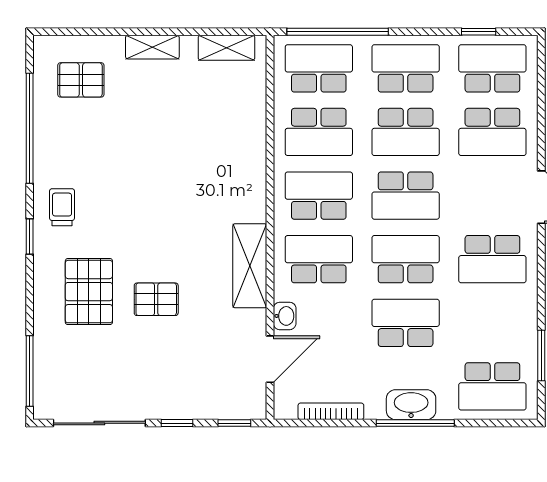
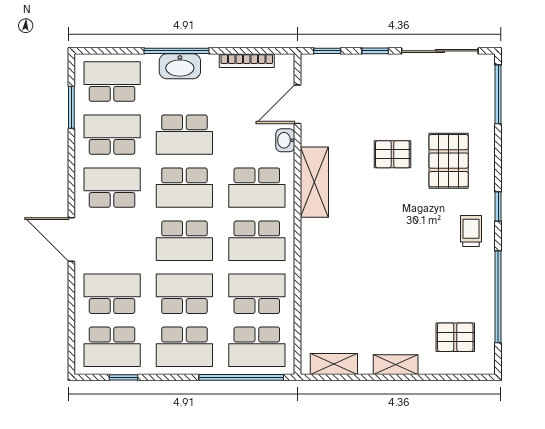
school desk: (406, 196) -> (184, 241), turned 180
trolley: (62, 207) -> (471, 231), turned 180
school desk: (492, 323) -> (112, 135), added

